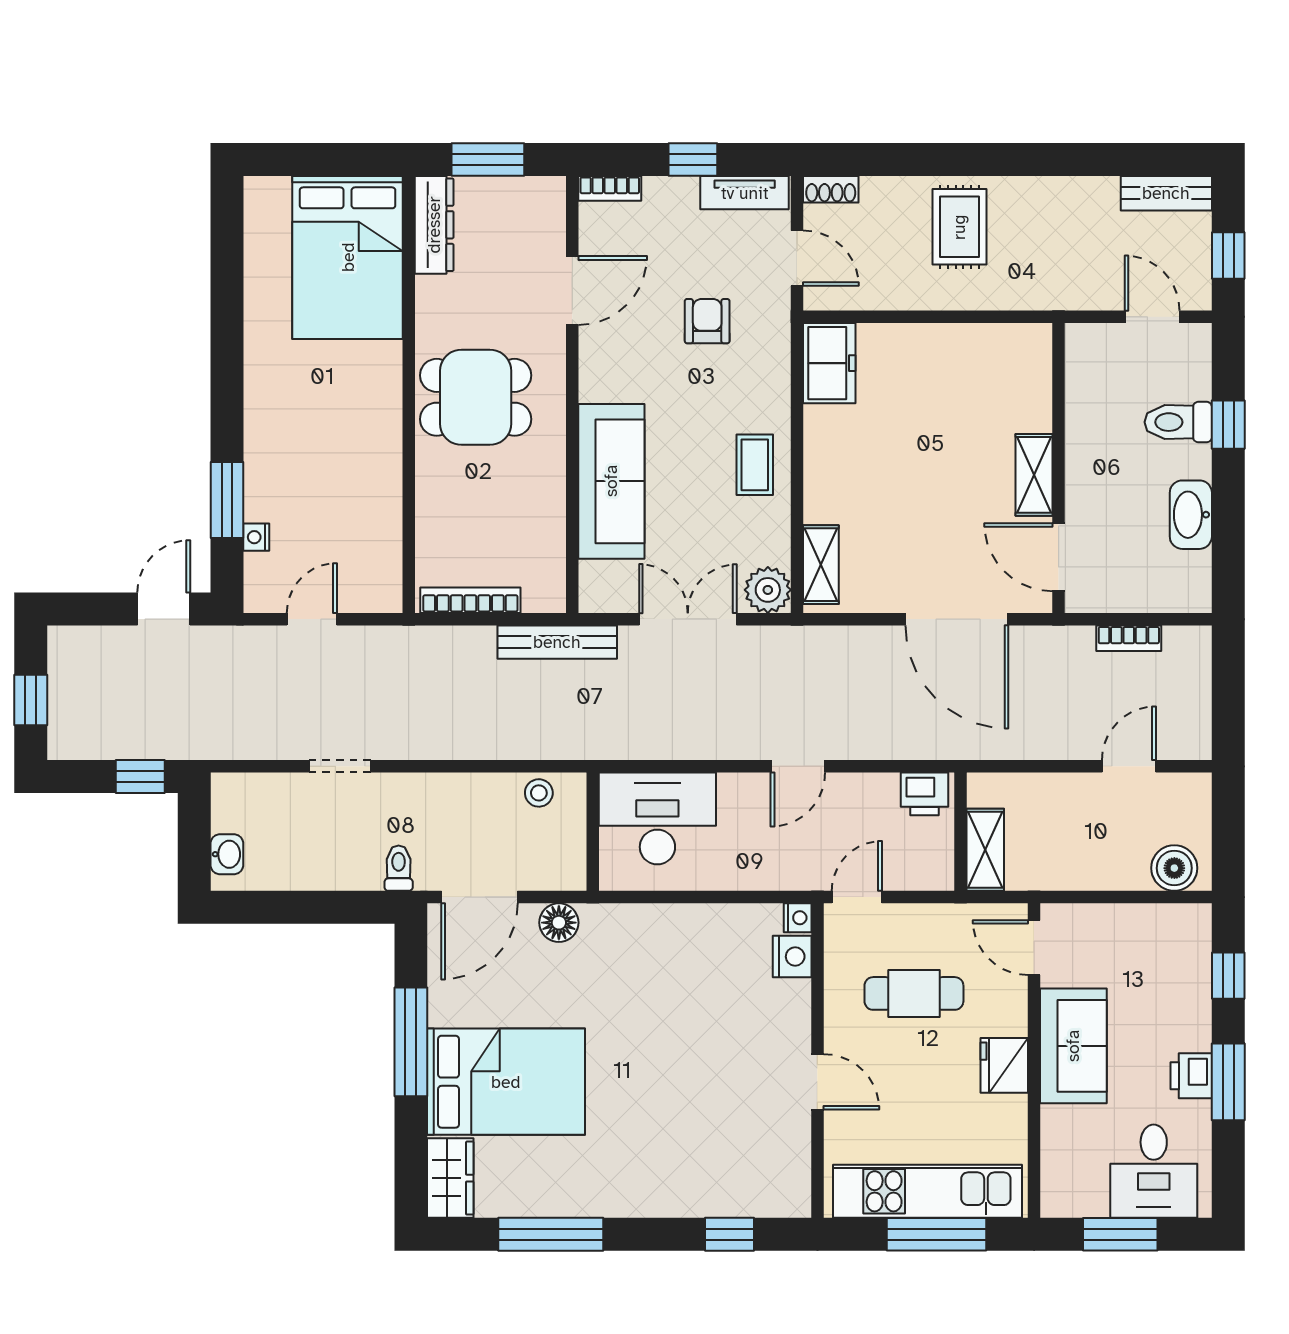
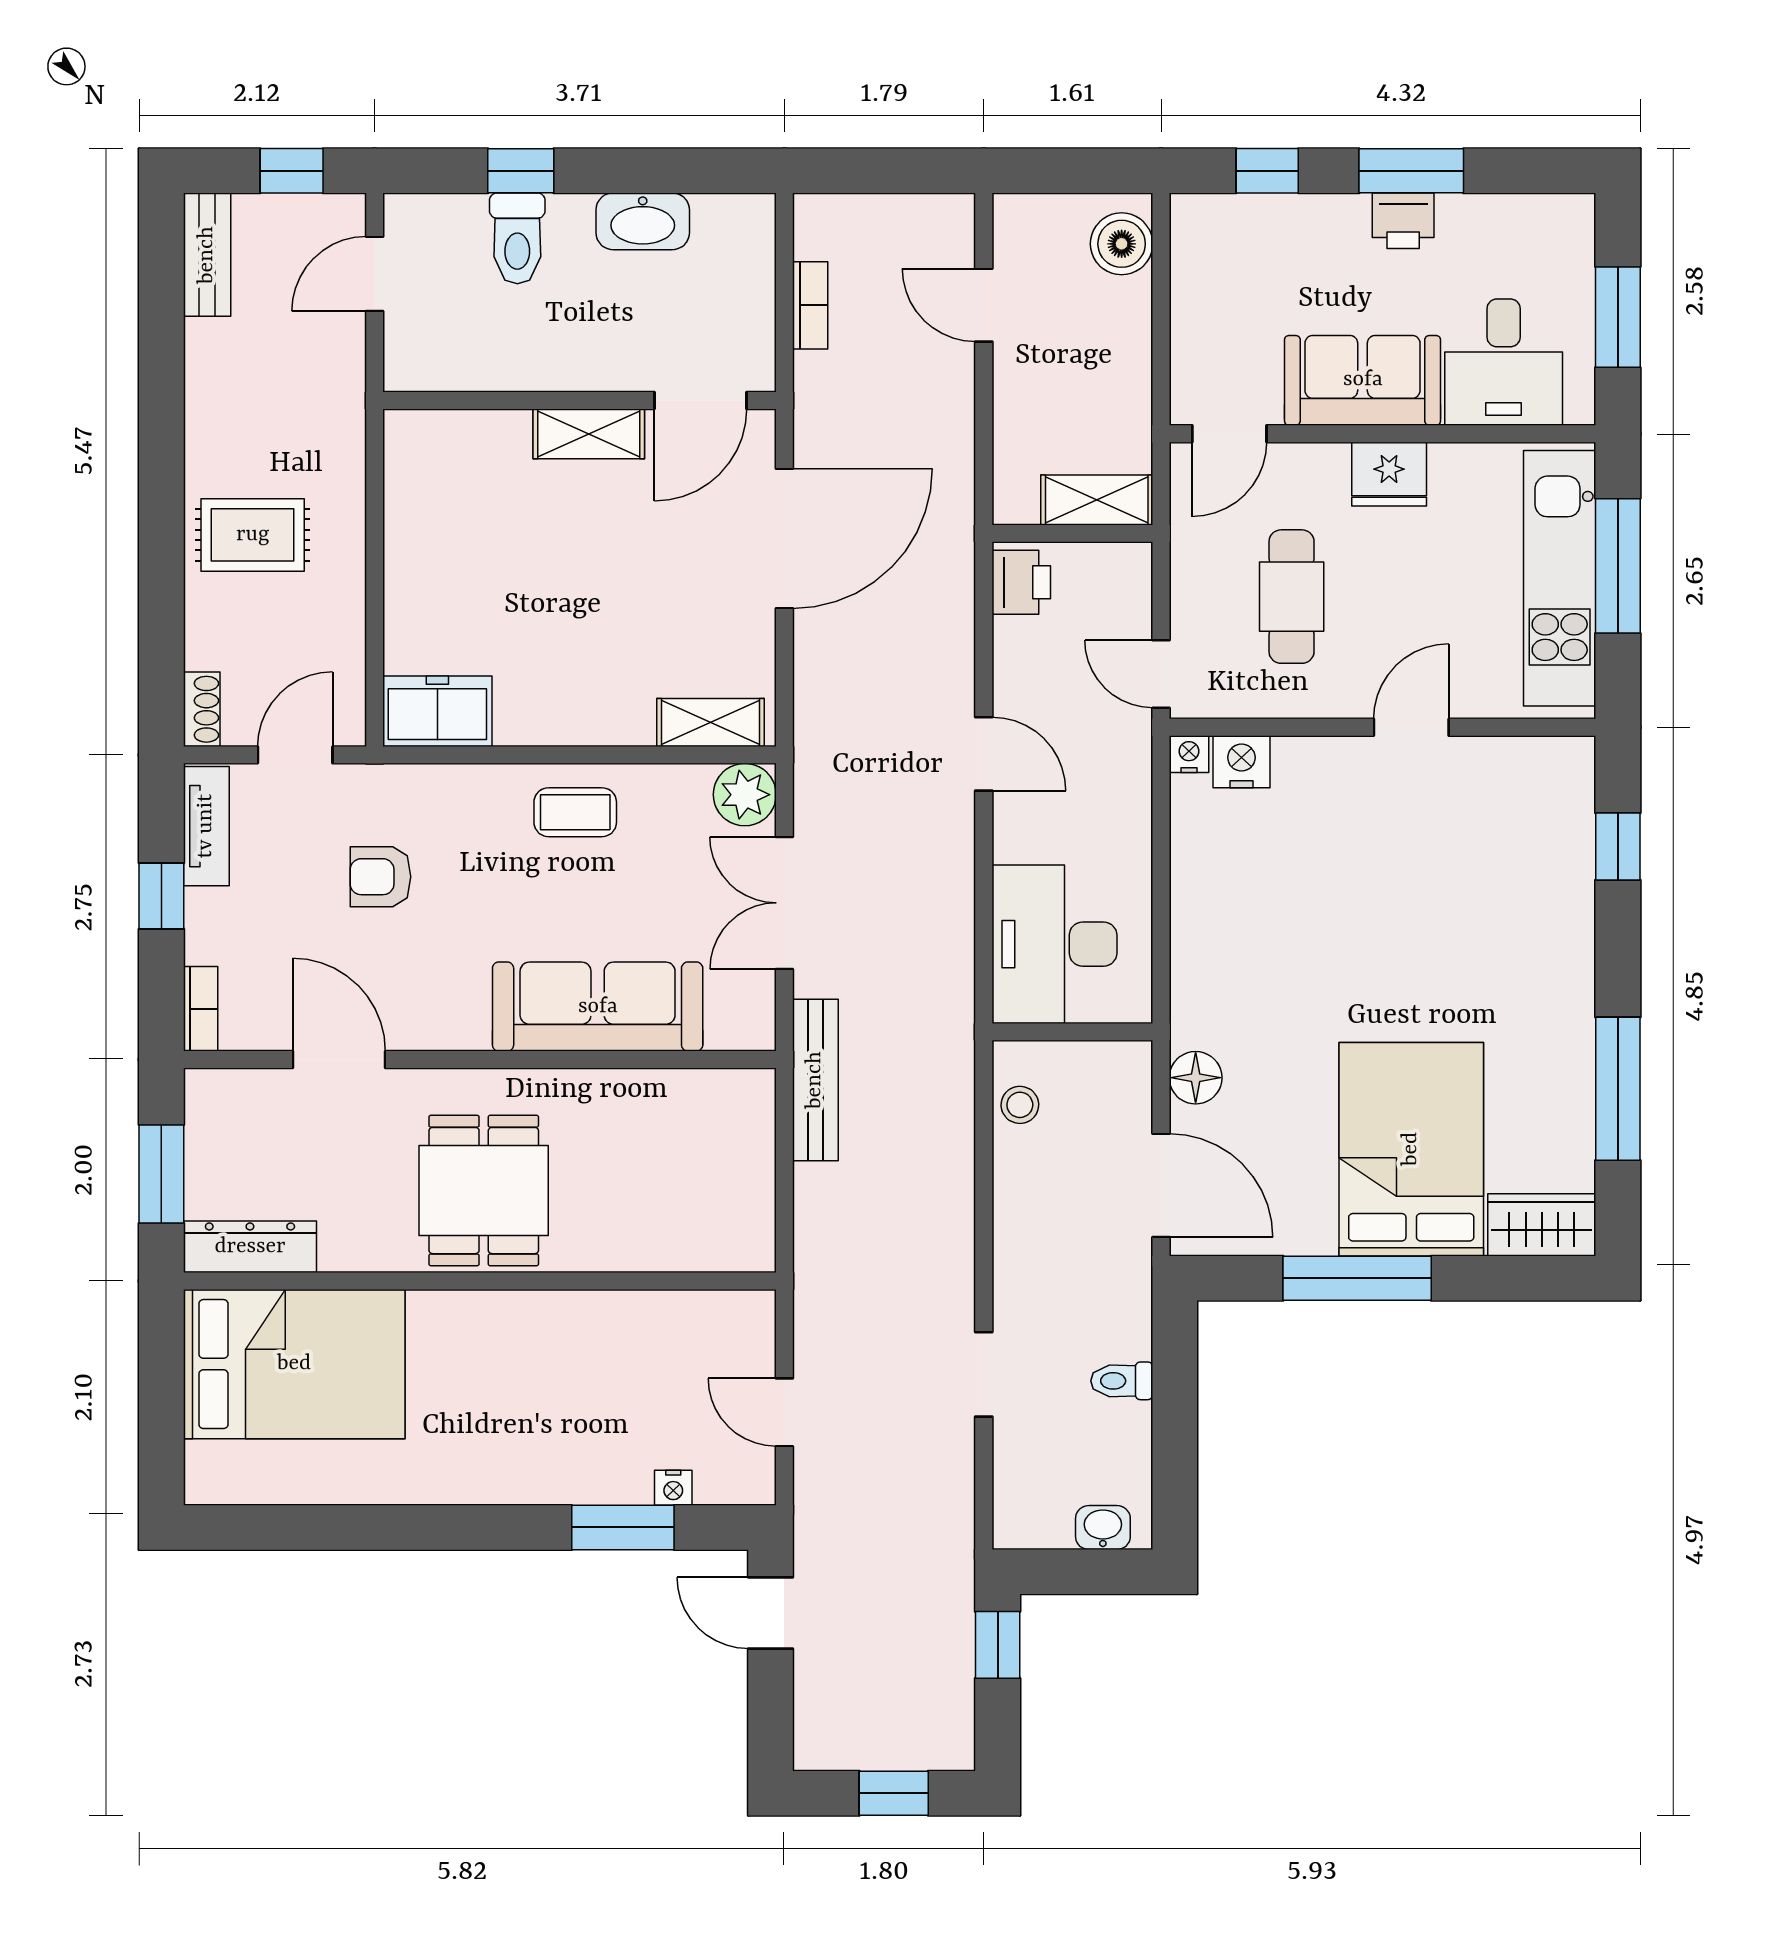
bookcase: (470, 600) -> (759, 1198), removed
toilet: (399, 868) -> (1122, 1381), moved
desk: (1154, 1171) -> (1504, 362), moved, turned 90

